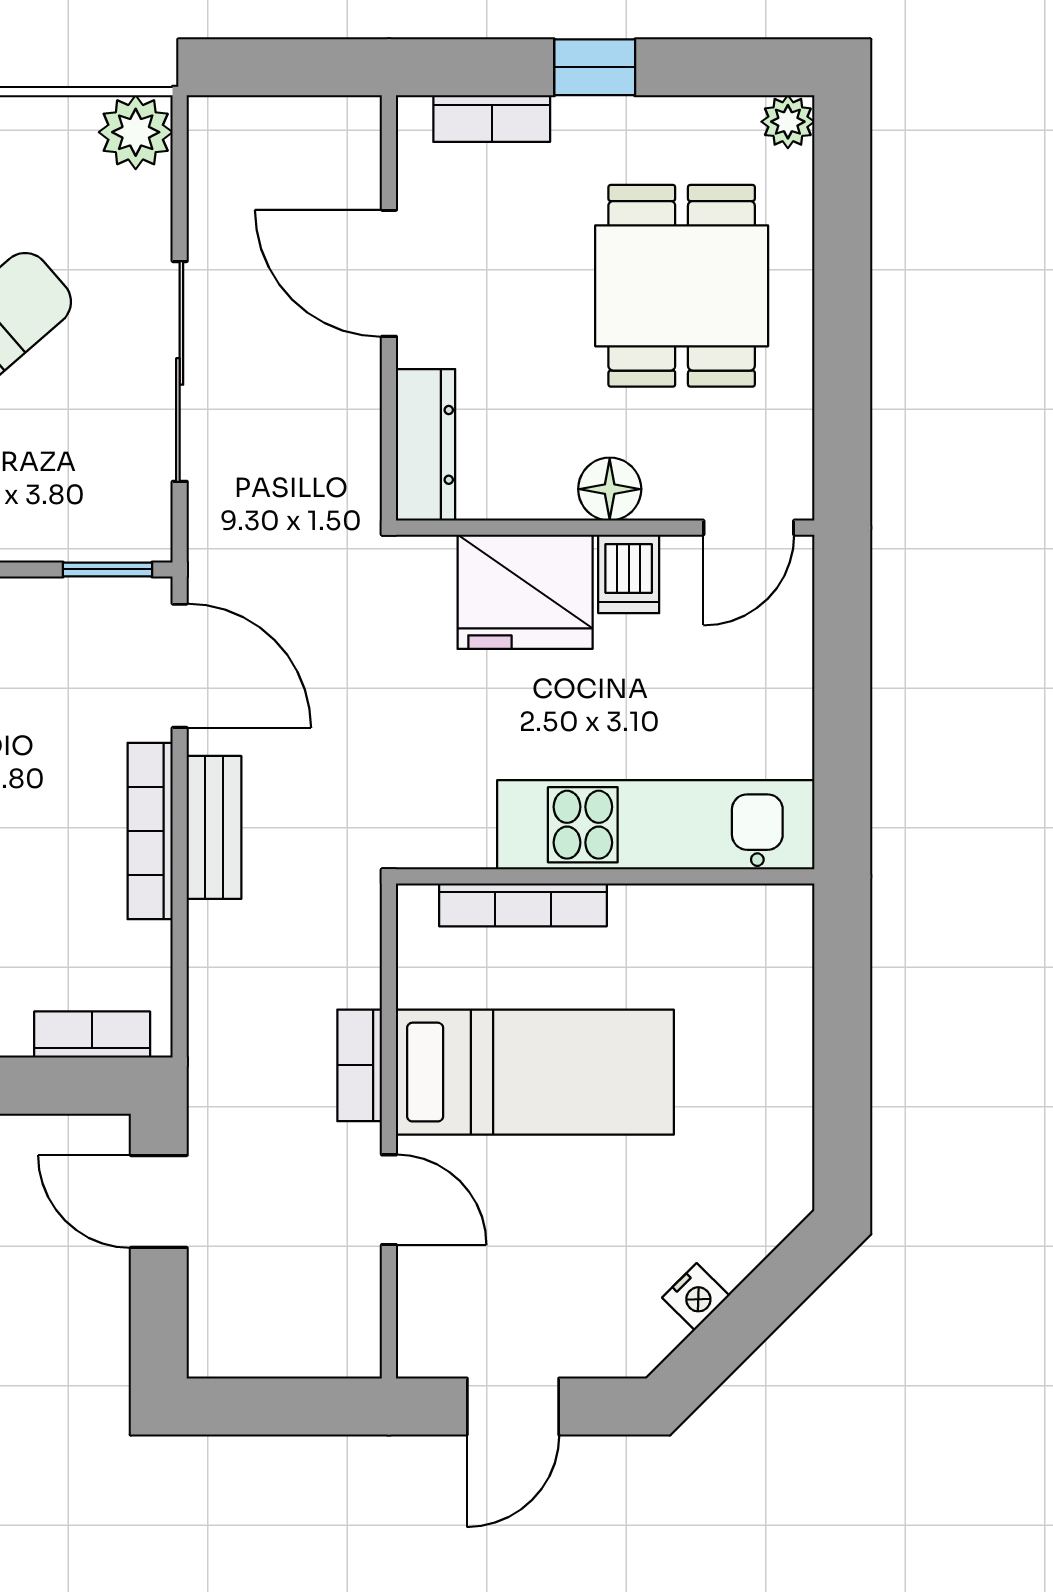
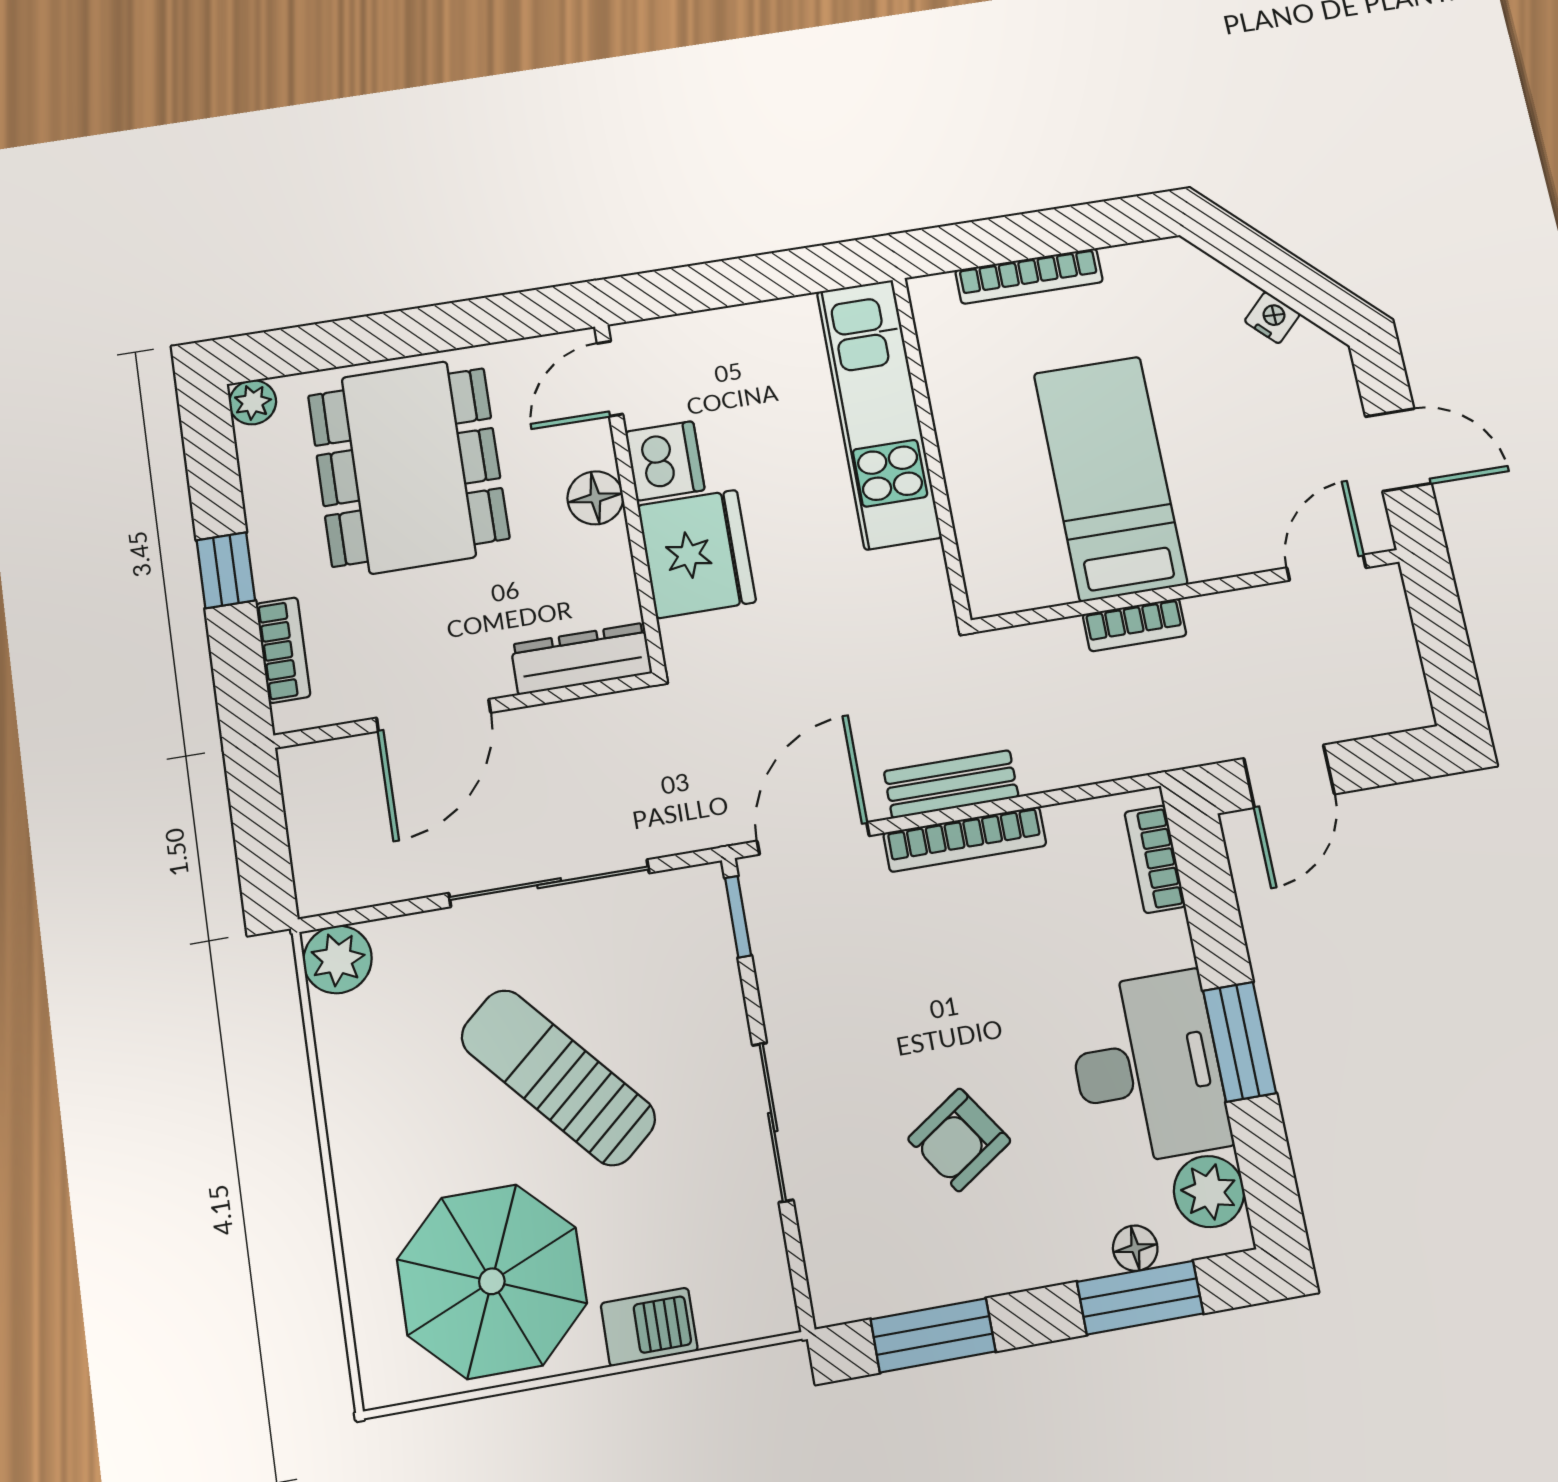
dining table: (682, 286) -> (408, 467), width x1.38
door: (749, 528) -> (610, 379), swing flipped
dishwasher: (629, 574) -> (665, 461), width x1.38
bookcase: (523, 905) -> (1029, 276), moved, turned 90
door: (389, 1200) -> (1326, 568), moved

